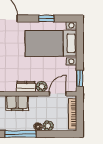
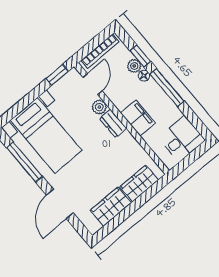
window: (46, 19) -> (24, 162), width x2.17
door: (58, 94) -> (93, 84), swing flipped
window: (51, 134) -> (140, 56), added

